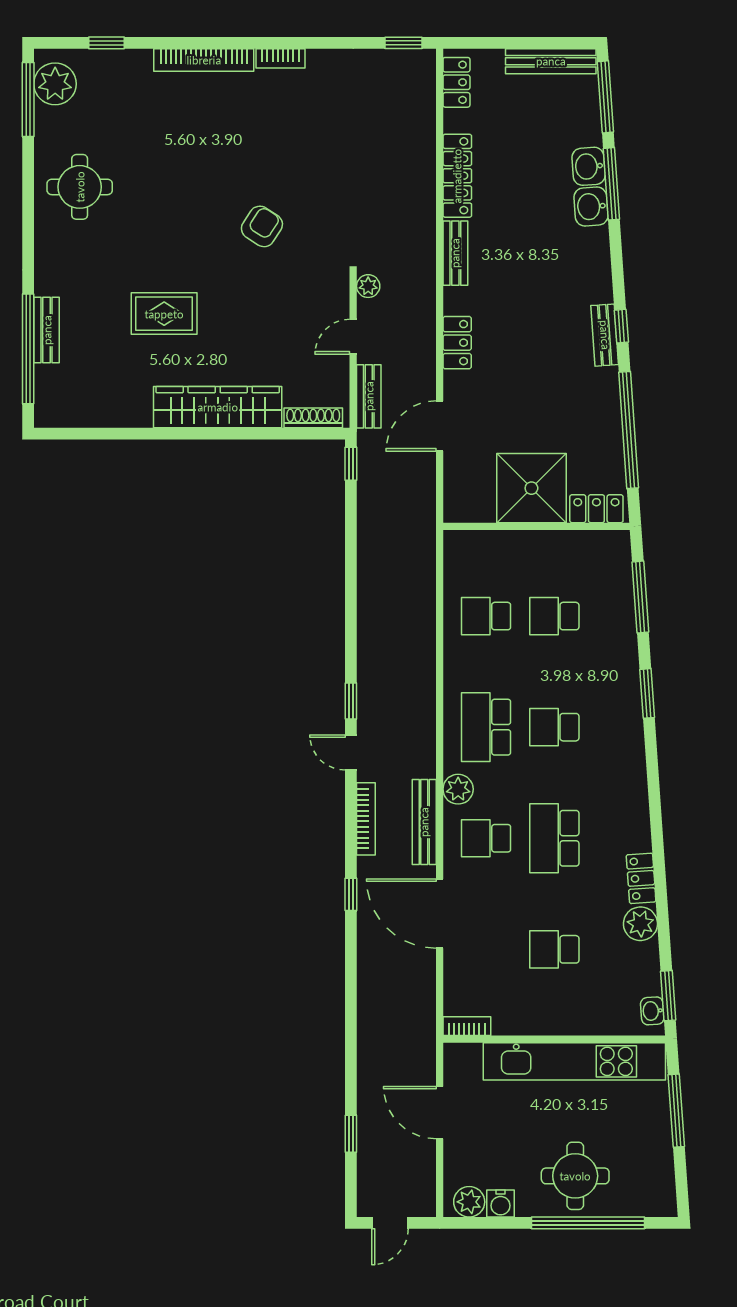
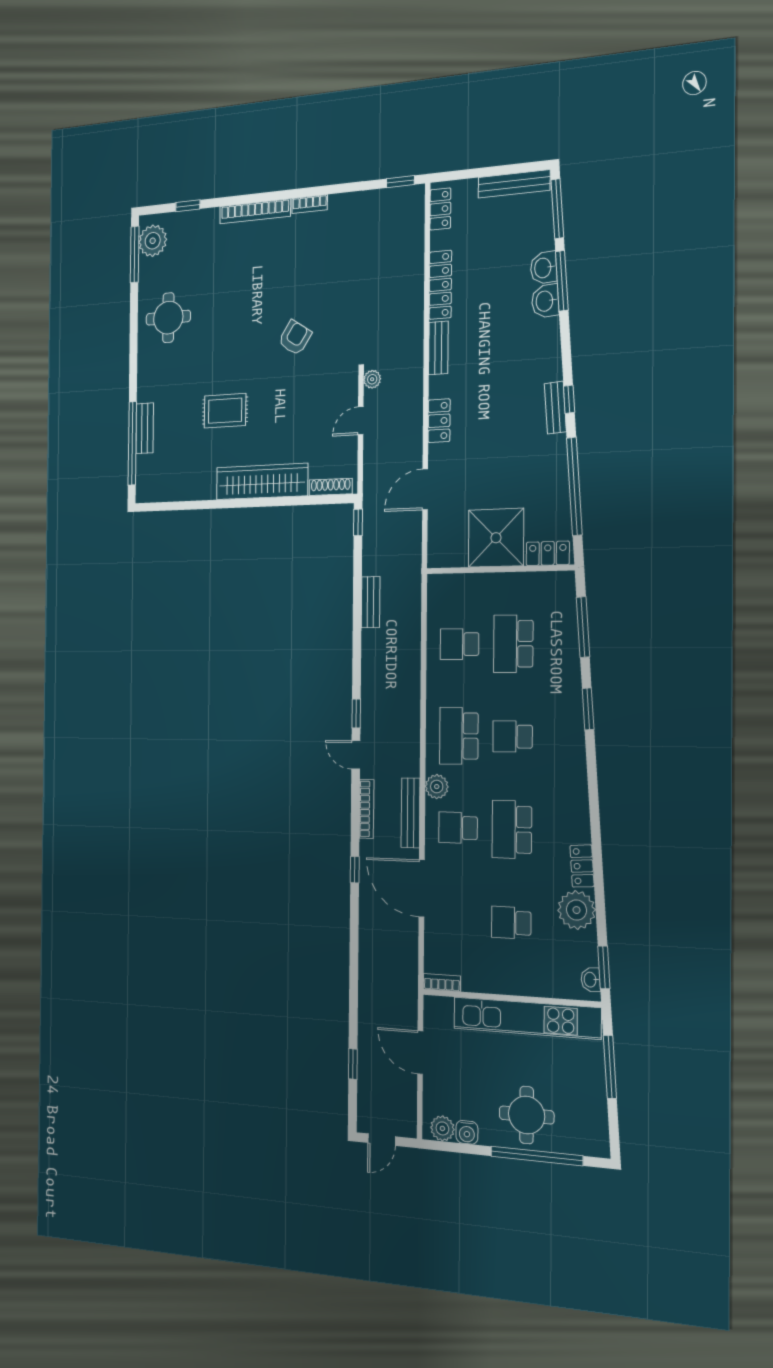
bench: (369, 396) -> (371, 602), moved
school desk: (554, 616) -> (513, 644), width x1.85
plant: (640, 924) -> (577, 910), width x1.36, depth x1.36

